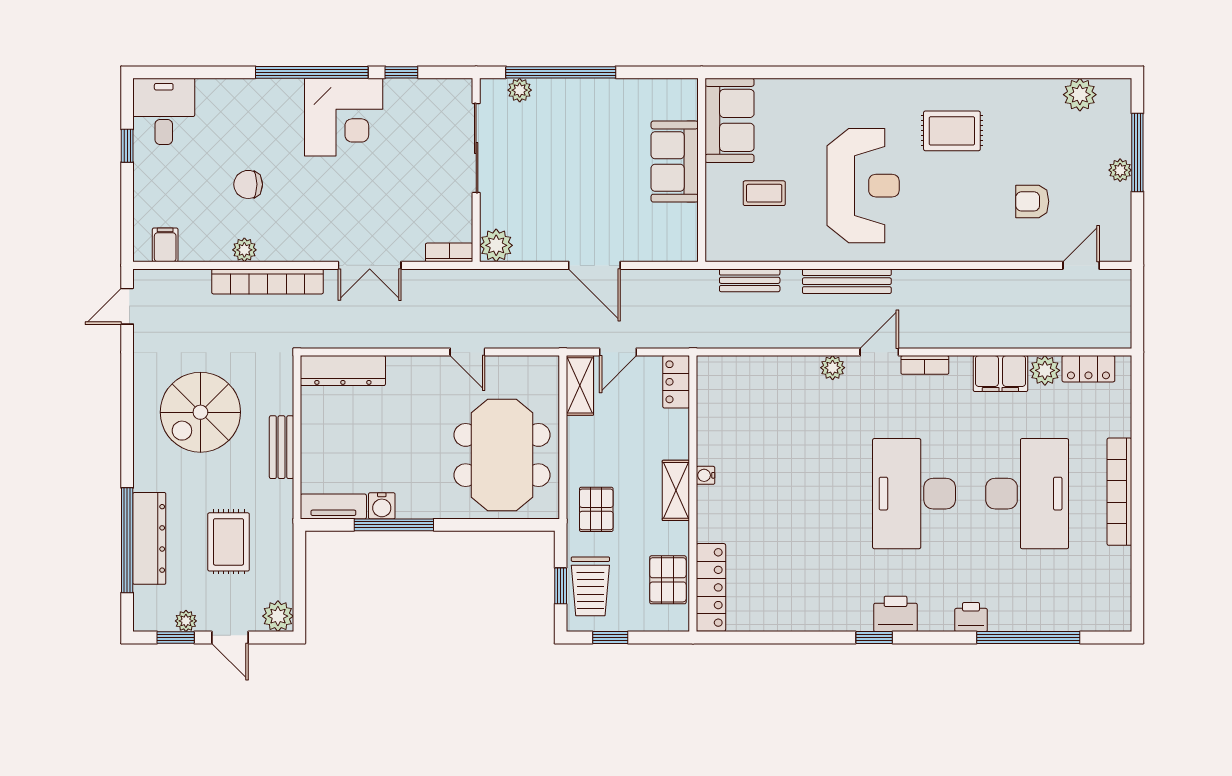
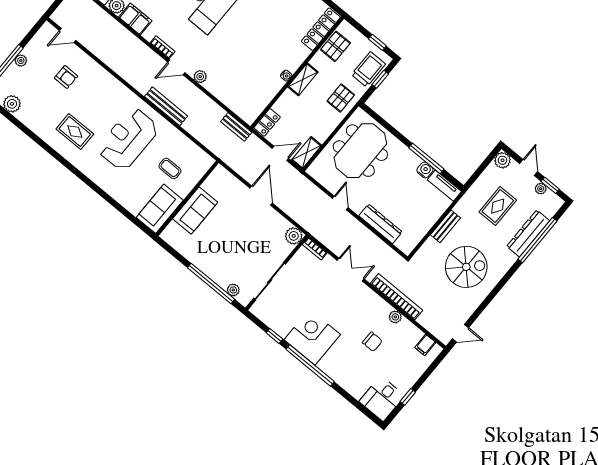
bench: (750, 280) -> (236, 127), moved
dresser: (343, 371) -> (380, 224), moved

